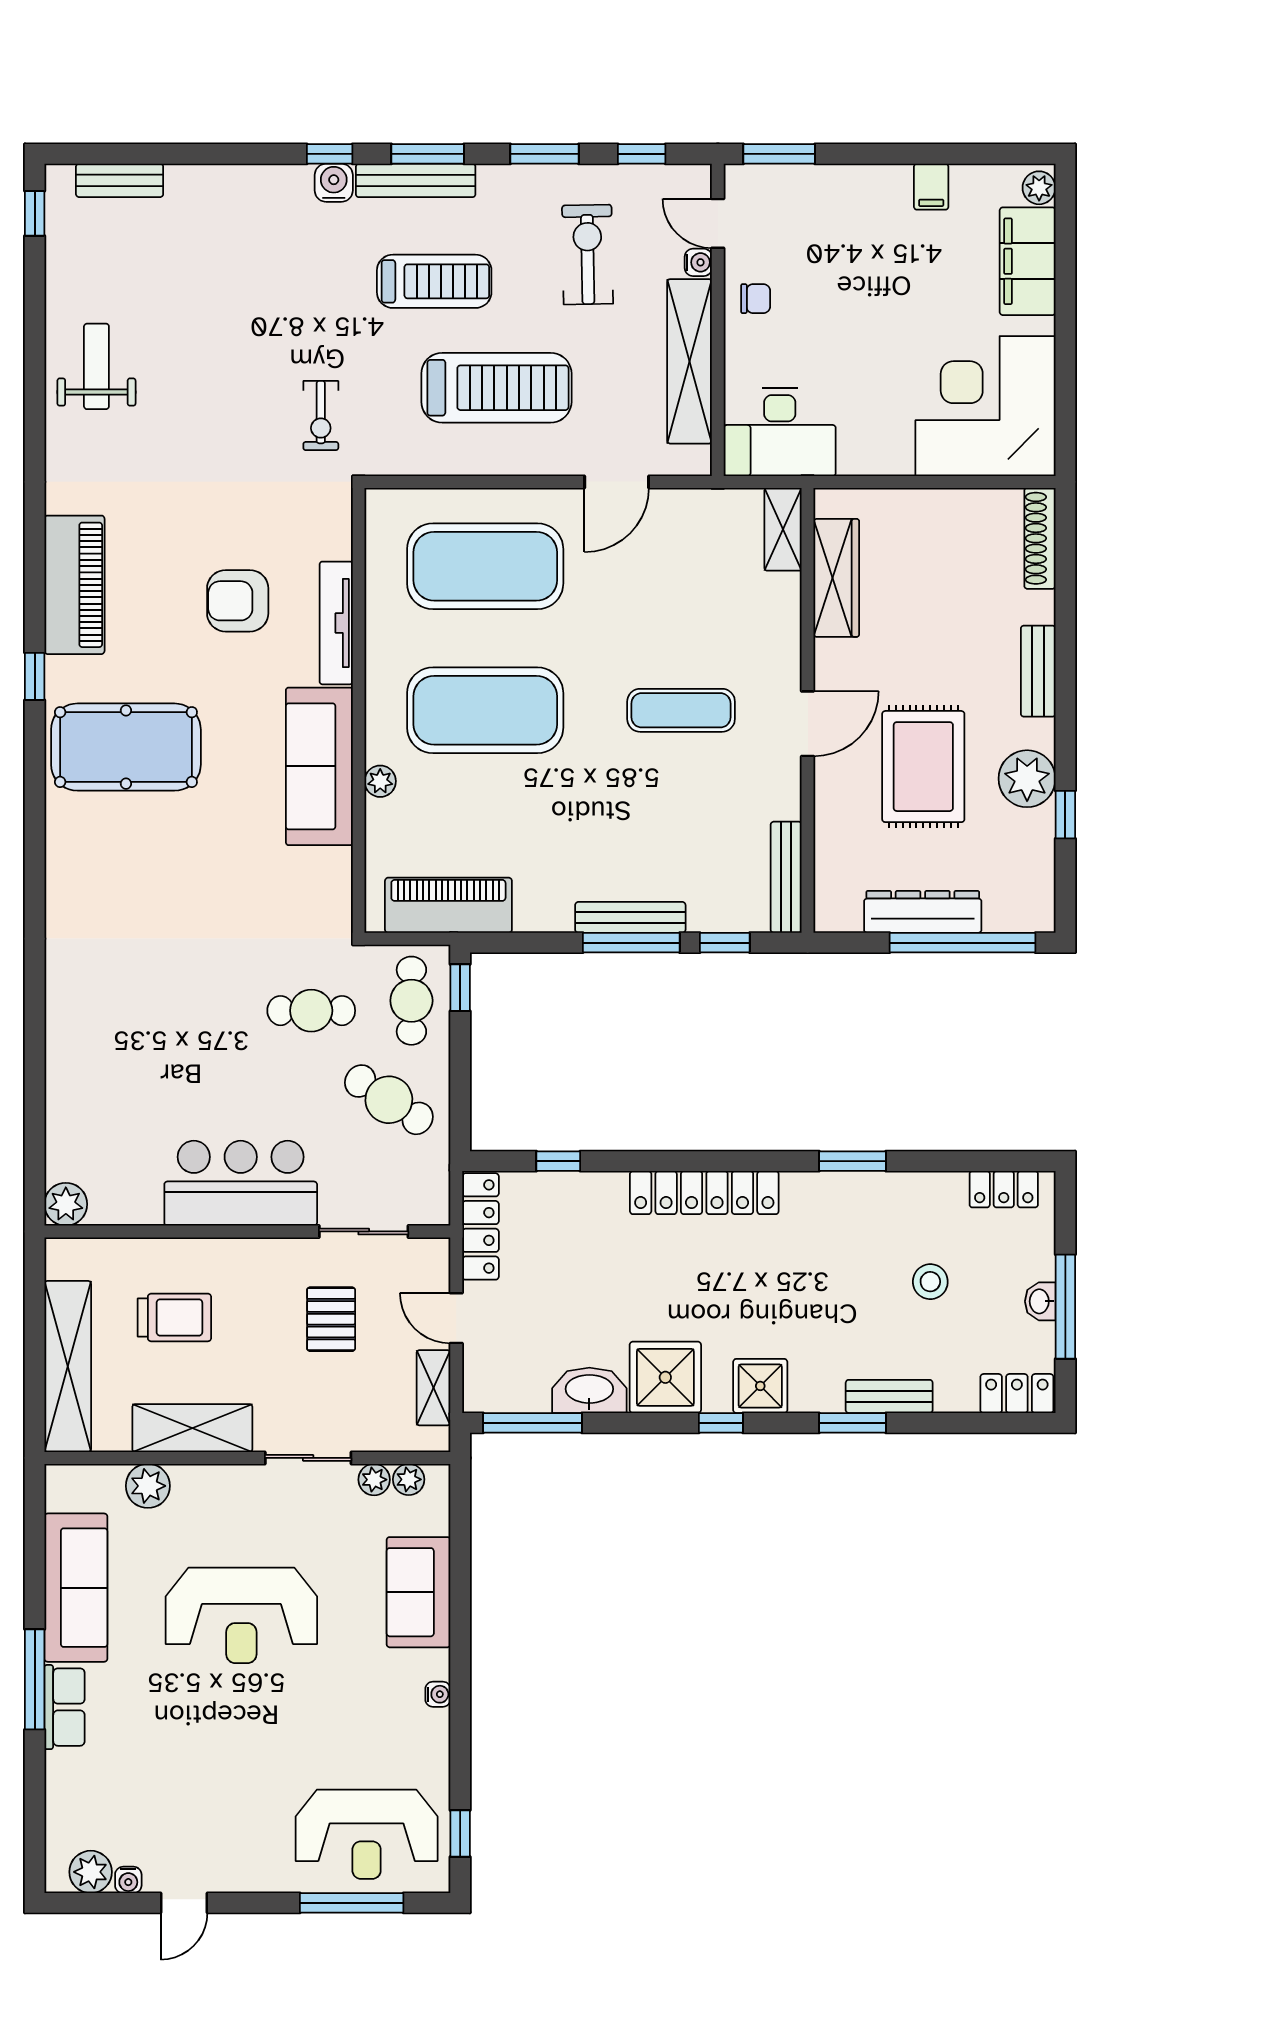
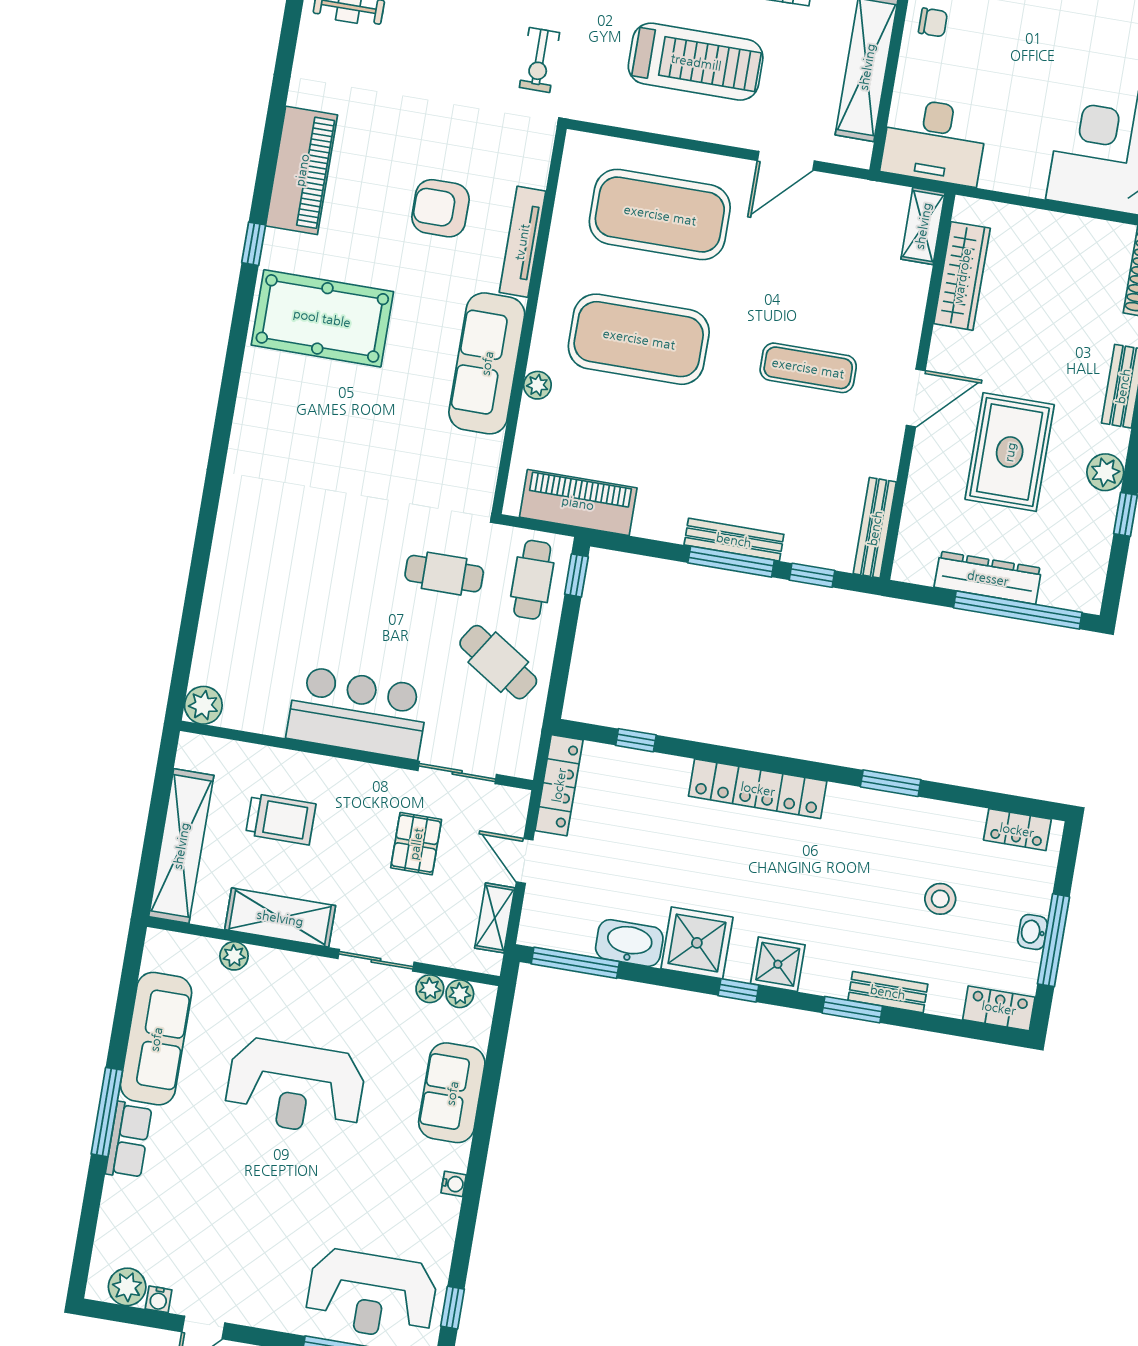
plant: (1027, 779) -> (1105, 472), width x0.73, depth x0.73
plant: (148, 1486) -> (234, 956), width x0.73, depth x0.73

